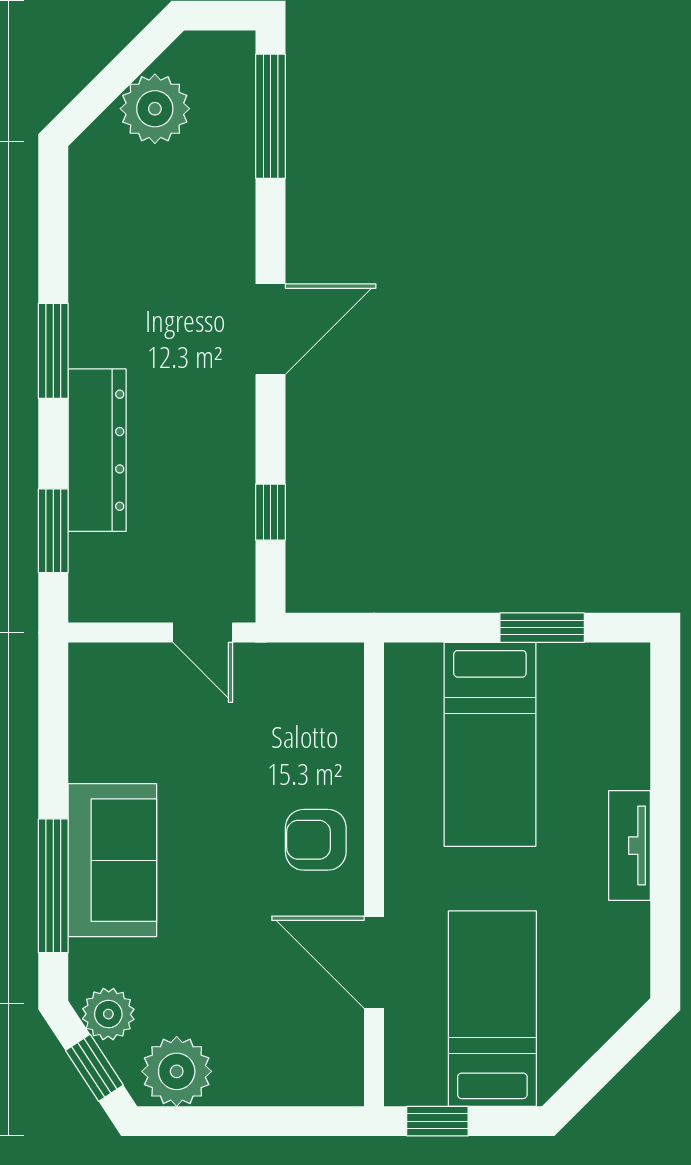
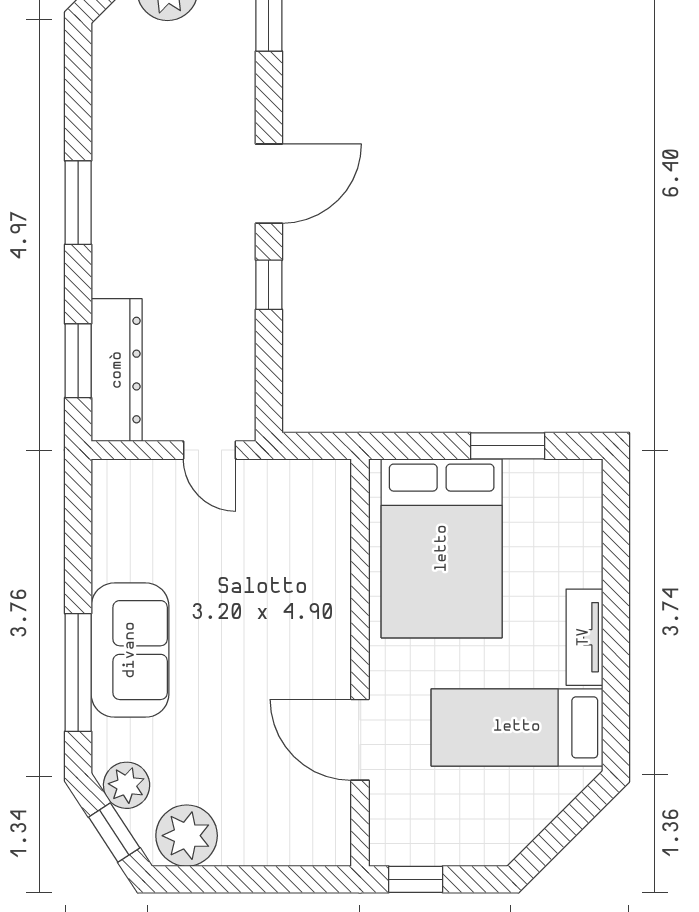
dresser: (97, 450) -> (117, 370), moved
window: (270, 512) -> (269, 285), moved
bed: (490, 744) -> (442, 548), width x1.50
armchair: (316, 840) -> (309, 632), removed
bed: (492, 1009) -> (517, 727), moved, turned -90

